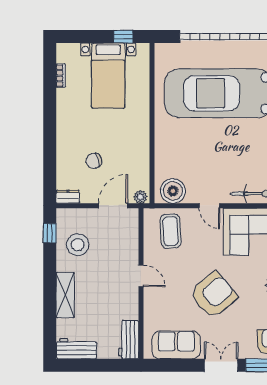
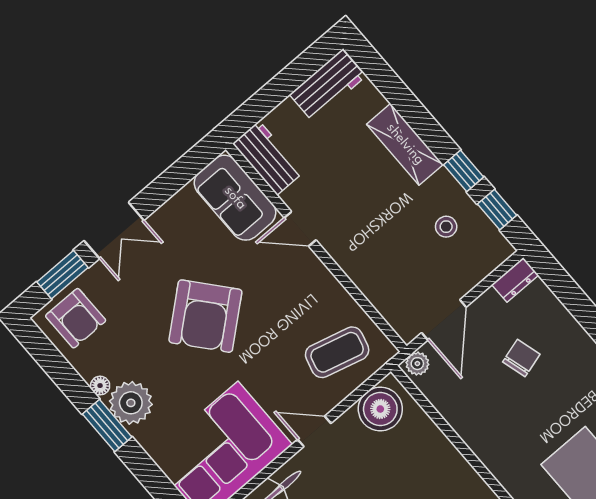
coffee table: (171, 231) -> (337, 352), turned -72
stool: (78, 245) -> (446, 227), width x0.53, depth x0.53
window: (50, 262) -> (464, 171), added
door: (141, 276) -> (300, 229), moved
sofa: (176, 345) -> (235, 198), moved, turned 90

